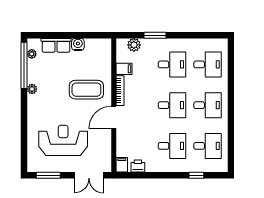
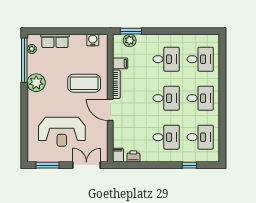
window: (155, 35) -> (131, 31), moved
water cooler: (78, 44) -> (93, 40), moved
plant: (32, 89) -> (36, 83), width x1.88, depth x1.88
door: (114, 117) -> (110, 110), hinge flipped
reception desk: (63, 140) -> (62, 132), turned 180
double door: (89, 175) -> (86, 165), swing flipped

